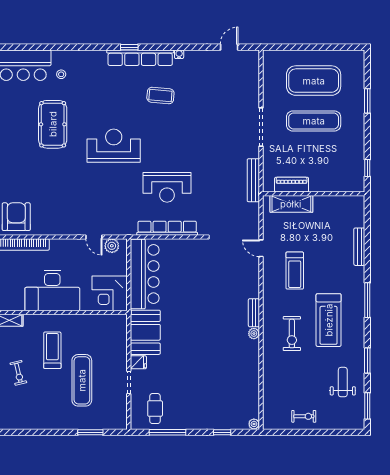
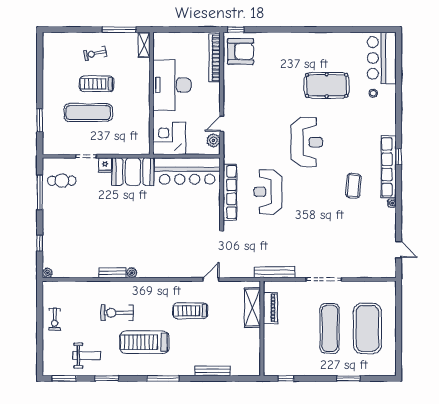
bench: (254, 313) -> (112, 273), moved
exercise bike: (292, 334) -> (117, 313), moved
treadmill: (52, 350) -> (97, 84), moved, turned 180

